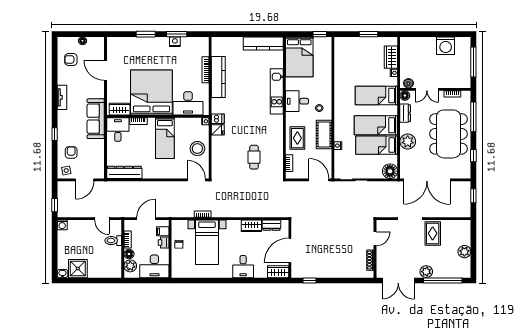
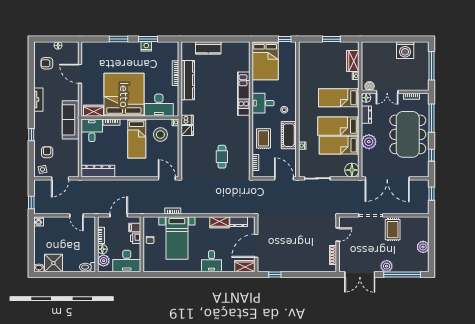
kitchen counter: (263, 43) -> (208, 48), moved, width x0.67
stool: (197, 149) -> (160, 135), moved
toilet: (113, 241) -> (87, 267), moved

